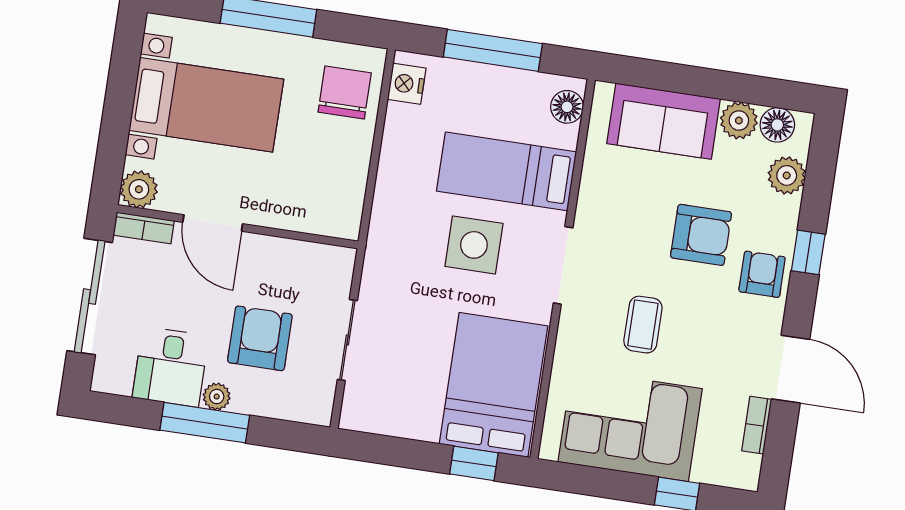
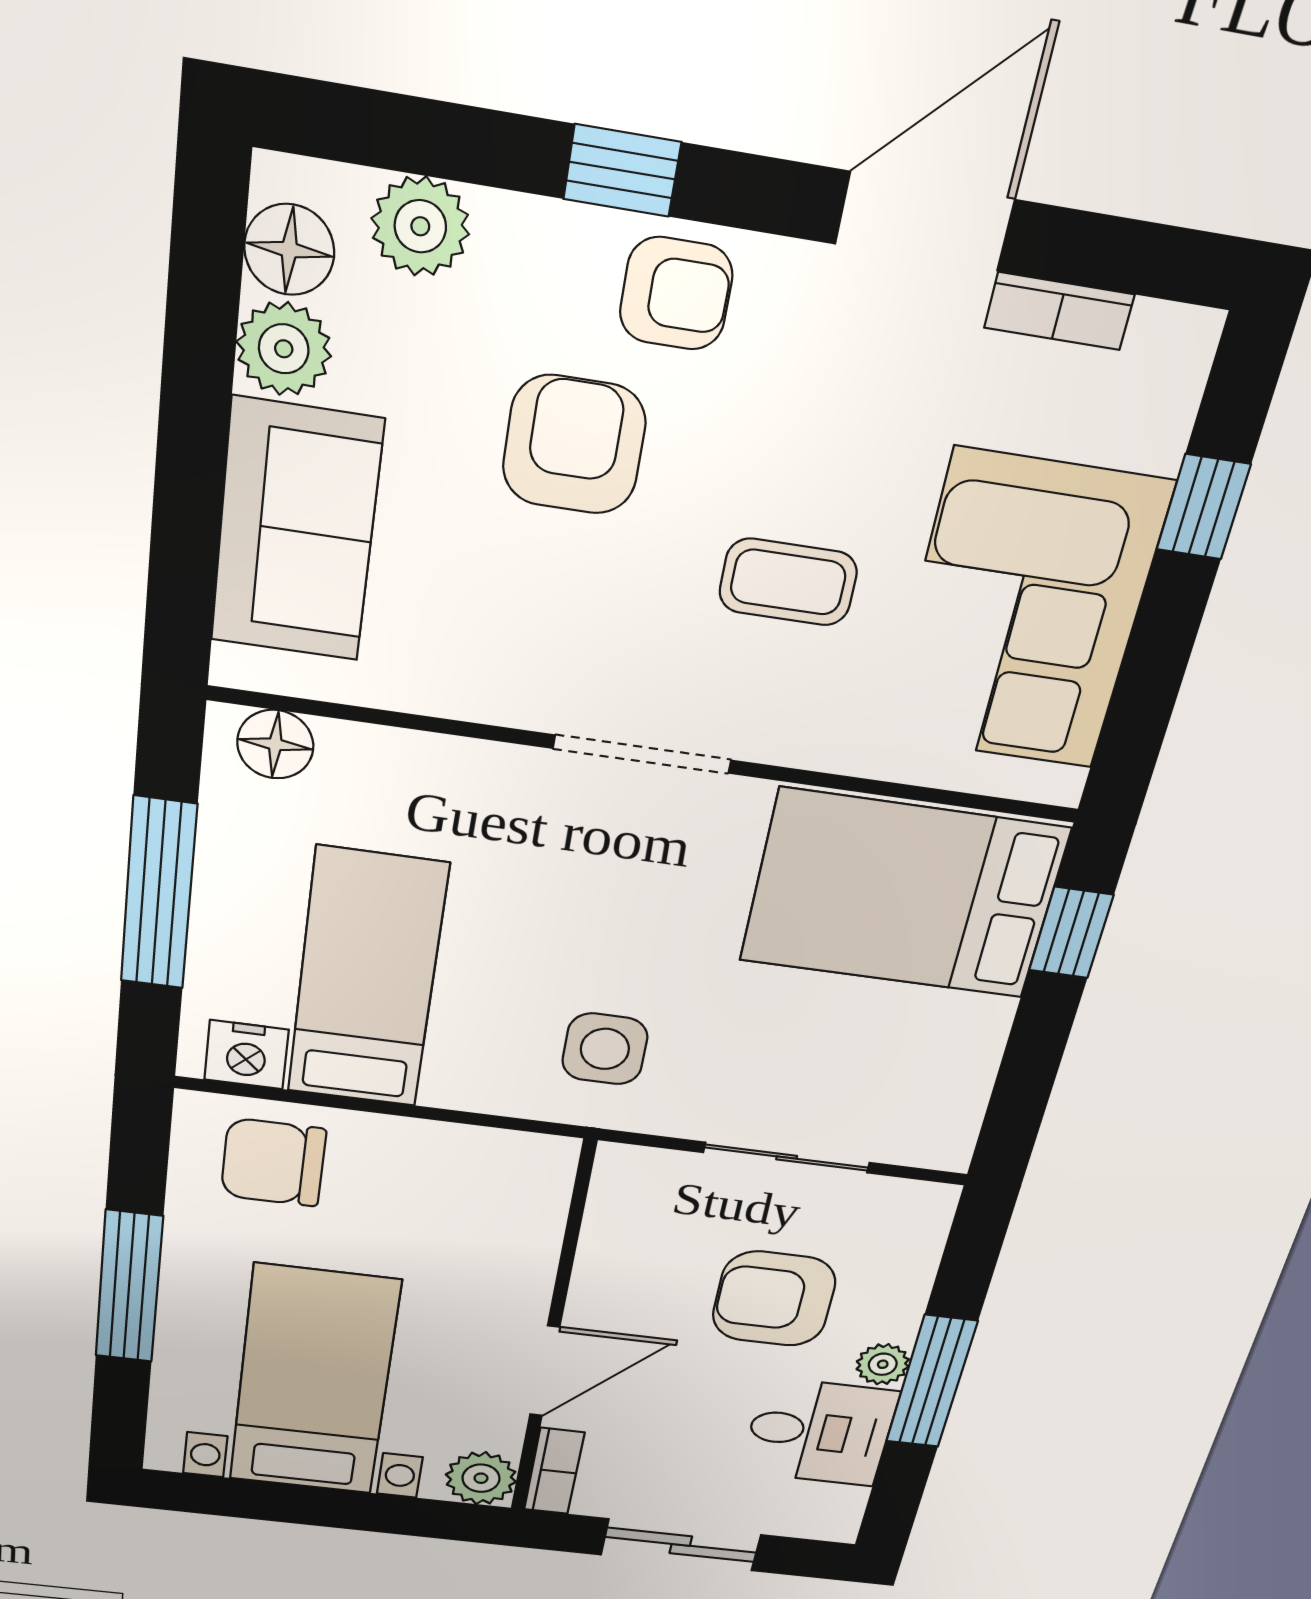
bed: (507, 171) -> (367, 979), moved, turned 180
side table: (474, 245) -> (605, 1049), moved, width x0.73, depth x0.73
armchair: (762, 274) -> (676, 294), turned 180
sliding door: (90, 297) -> (681, 1545), width x0.73

